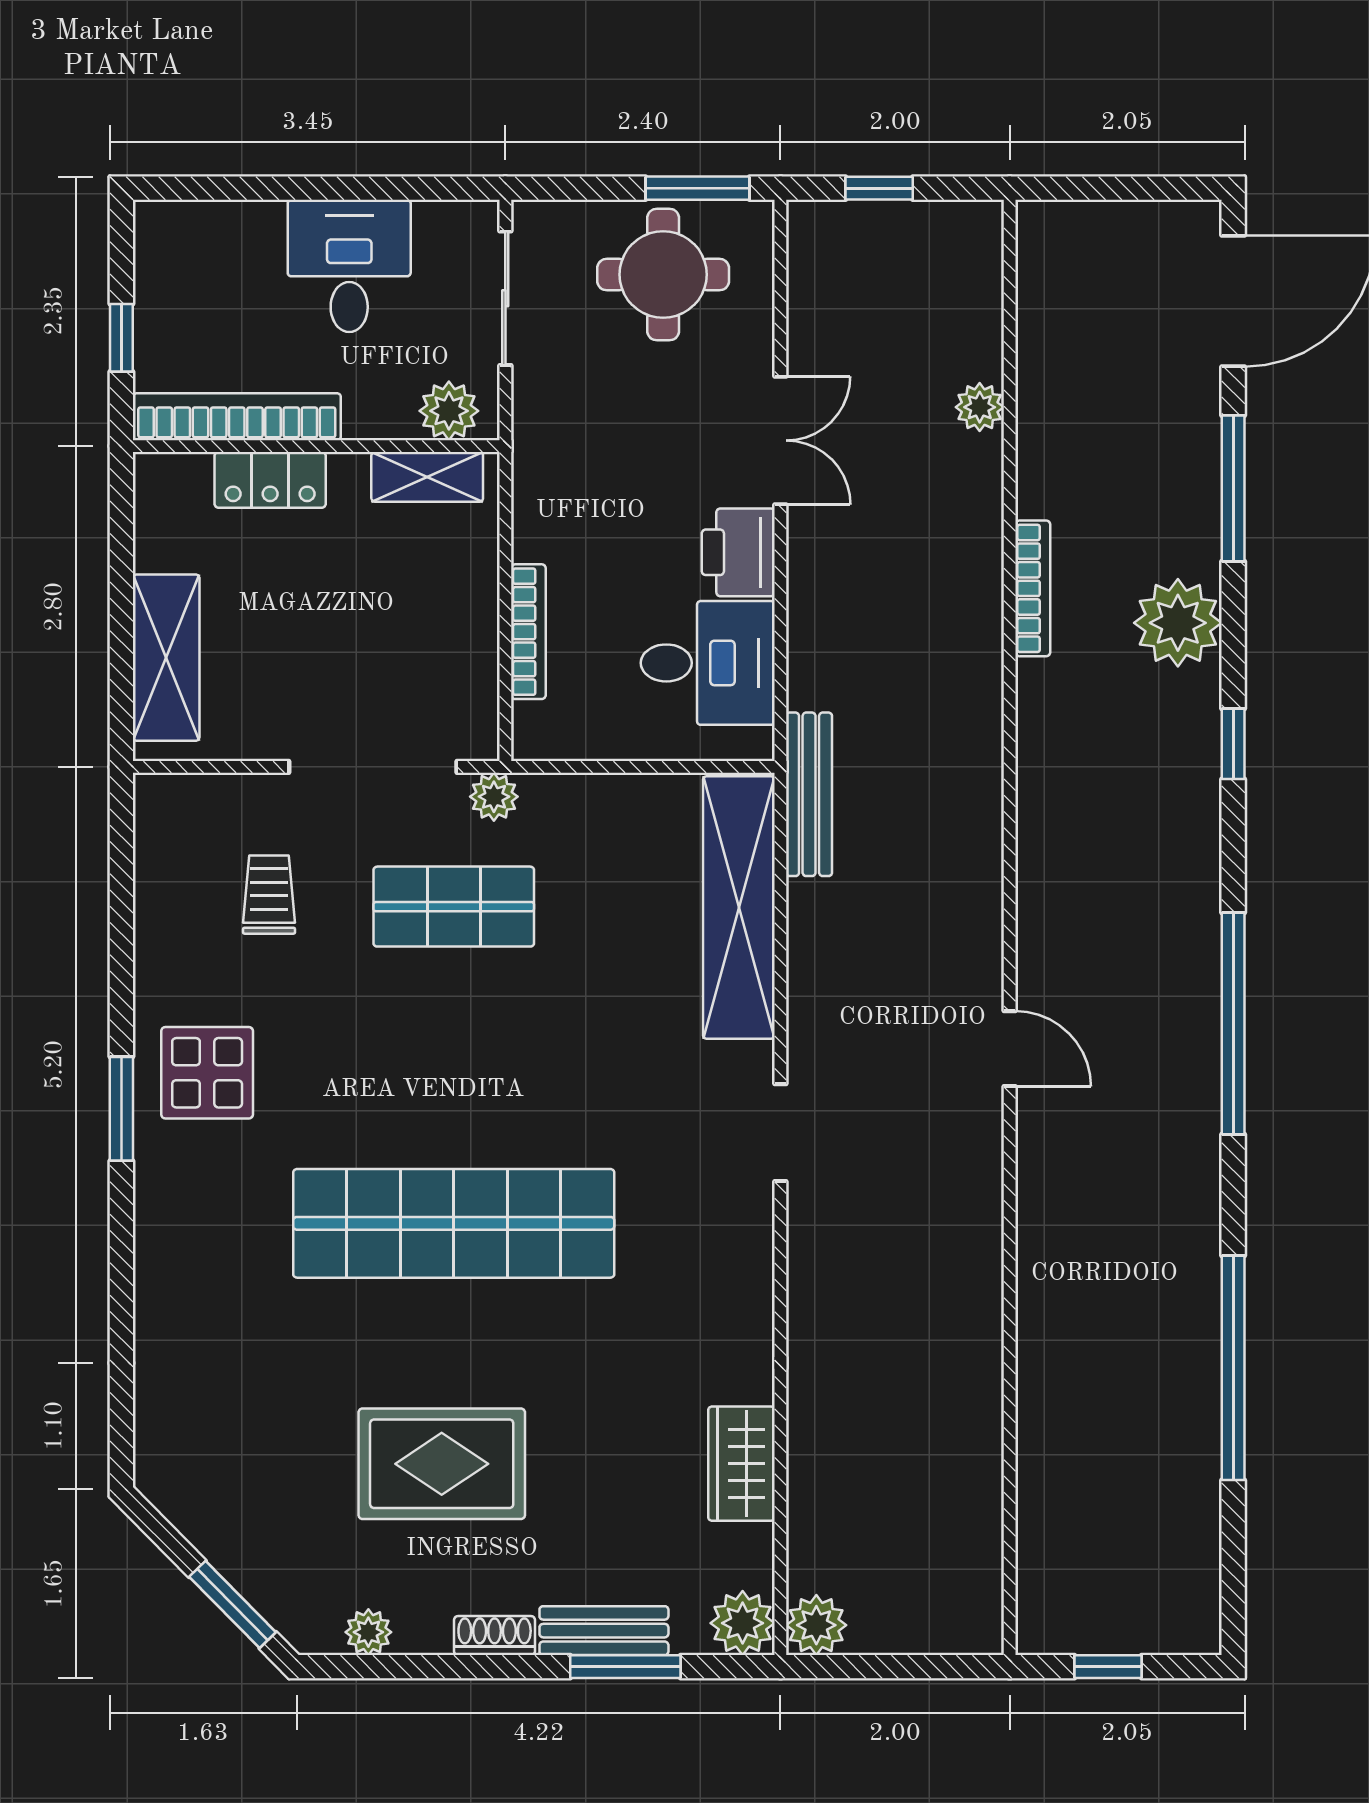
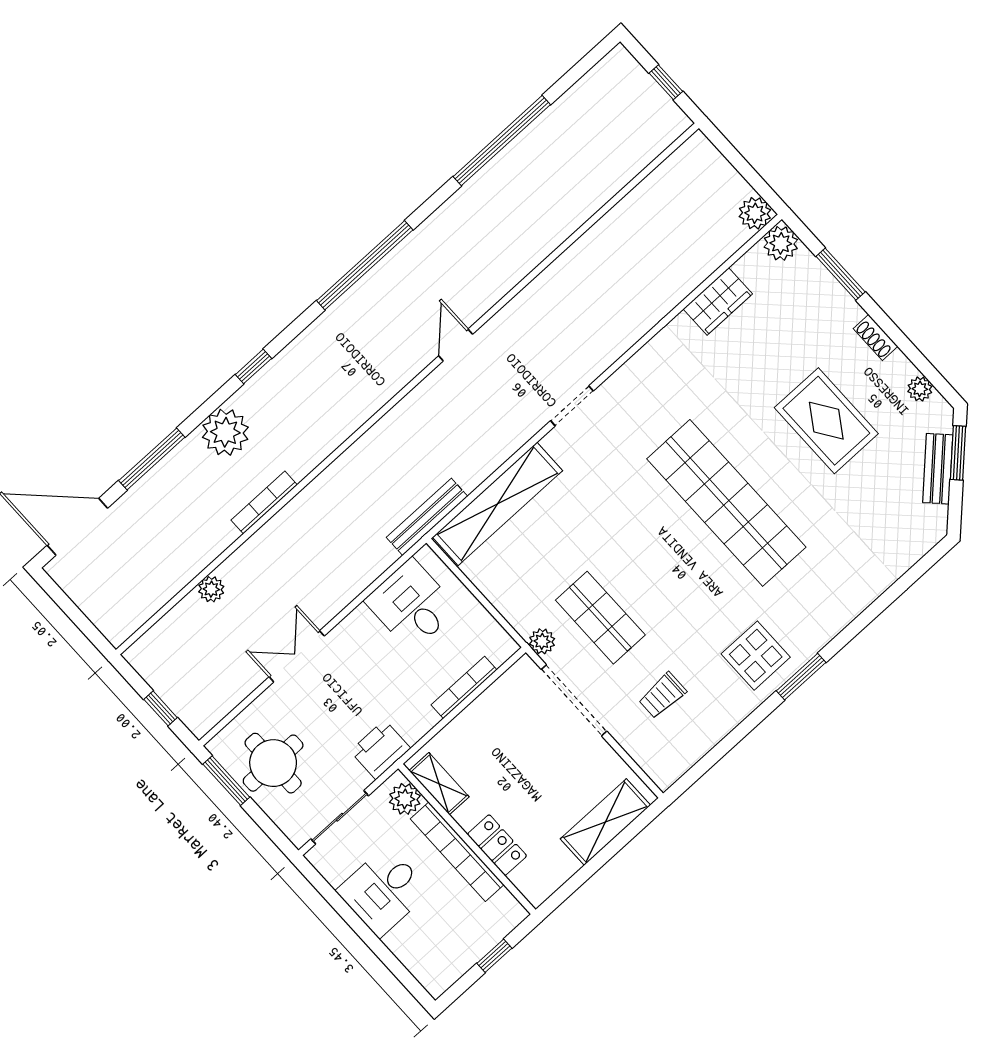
bookcase: (237, 417) -> (457, 852), moved
printer: (738, 552) -> (380, 750), moved, turned 180
bench: (604, 1631) -> (938, 469), moved, turned 45

